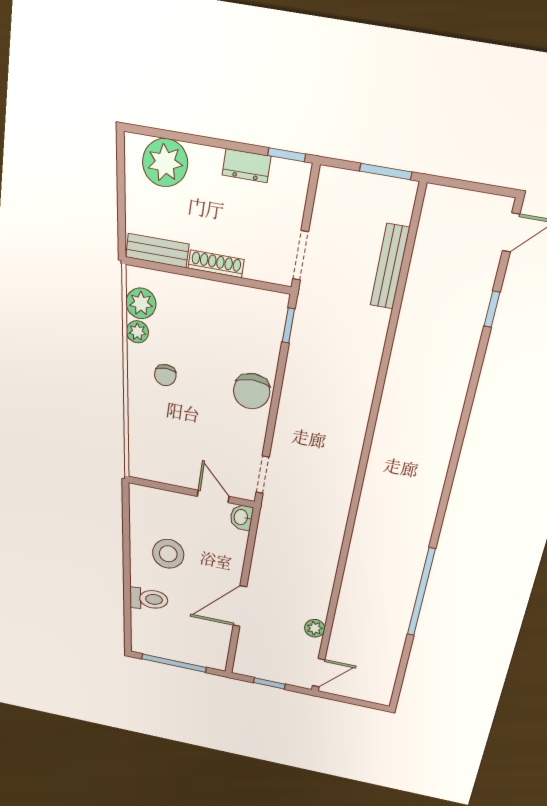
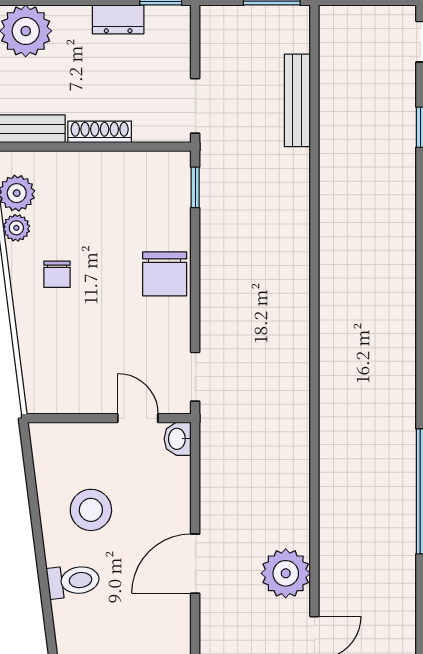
plant: (315, 628) -> (286, 573), width x1.88, depth x1.88

